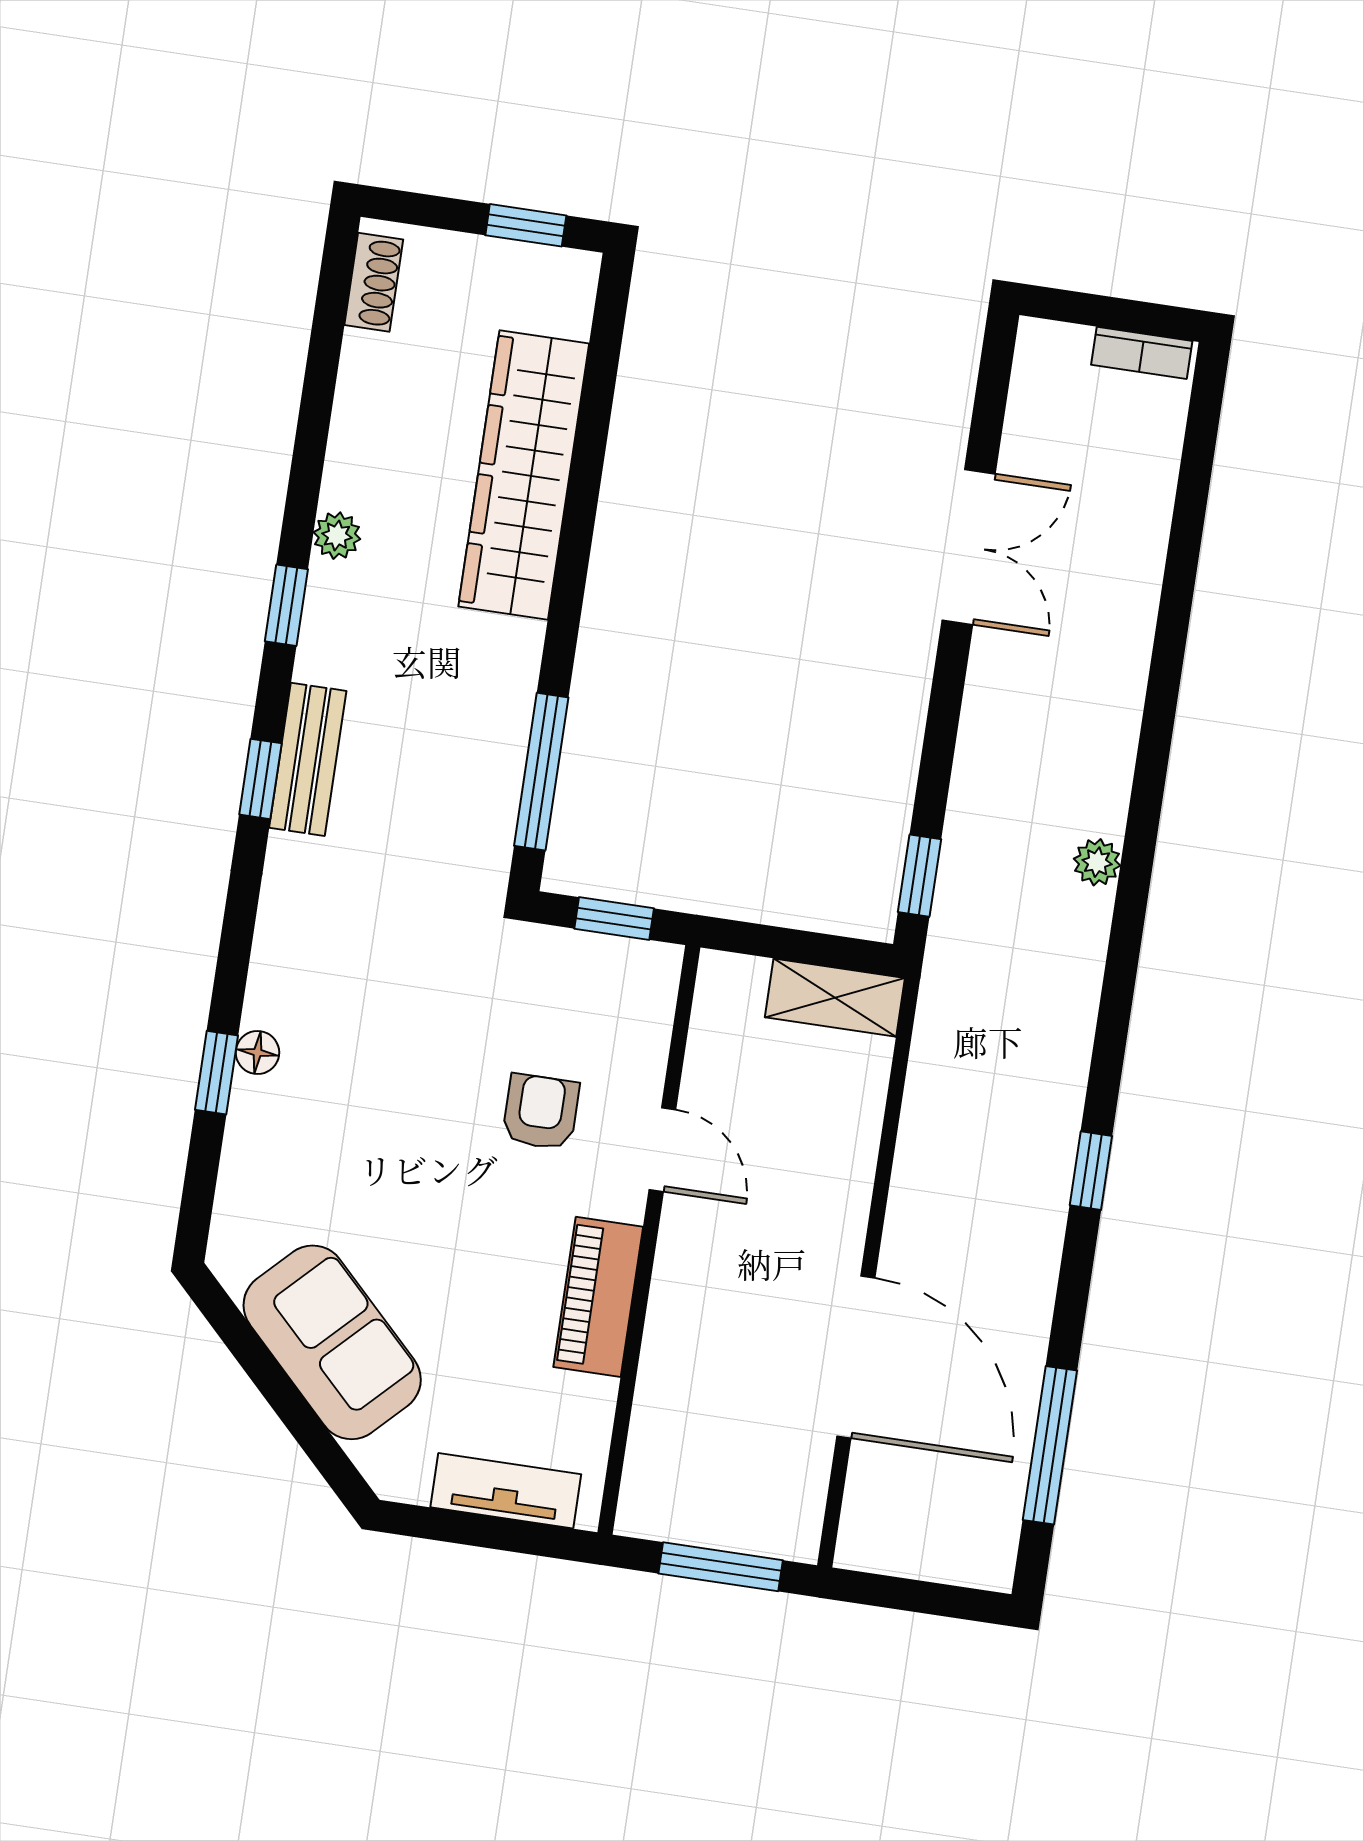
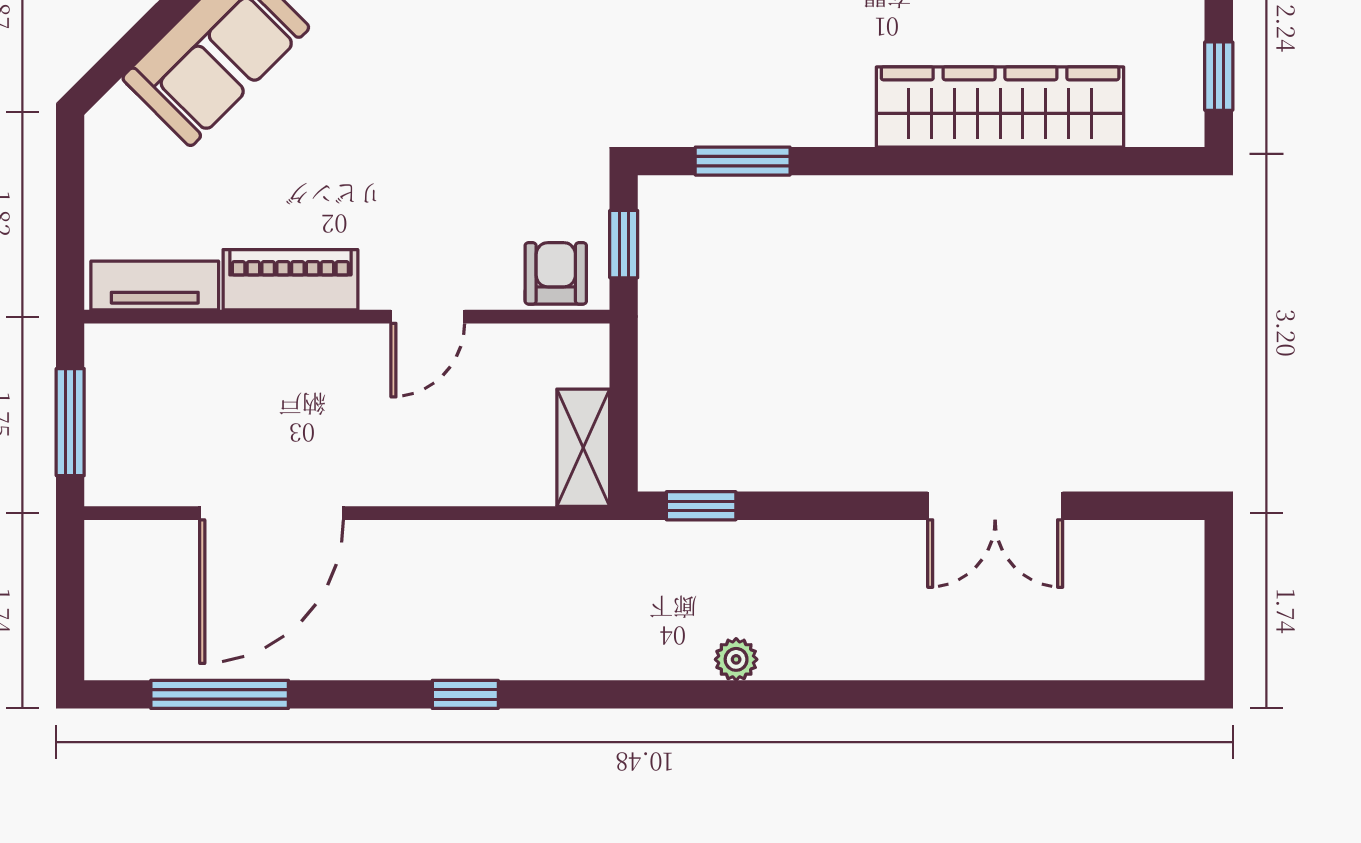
bookcase: (1142, 353) -> (1188, 632), removed
window: (541, 772) -> (743, 161), width x0.69
armchair: (541, 1112) -> (556, 273), moved, turned -90
tv unit: (506, 1491) -> (155, 285), moved, turned -90

